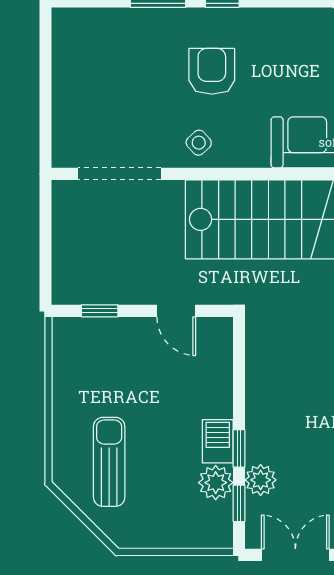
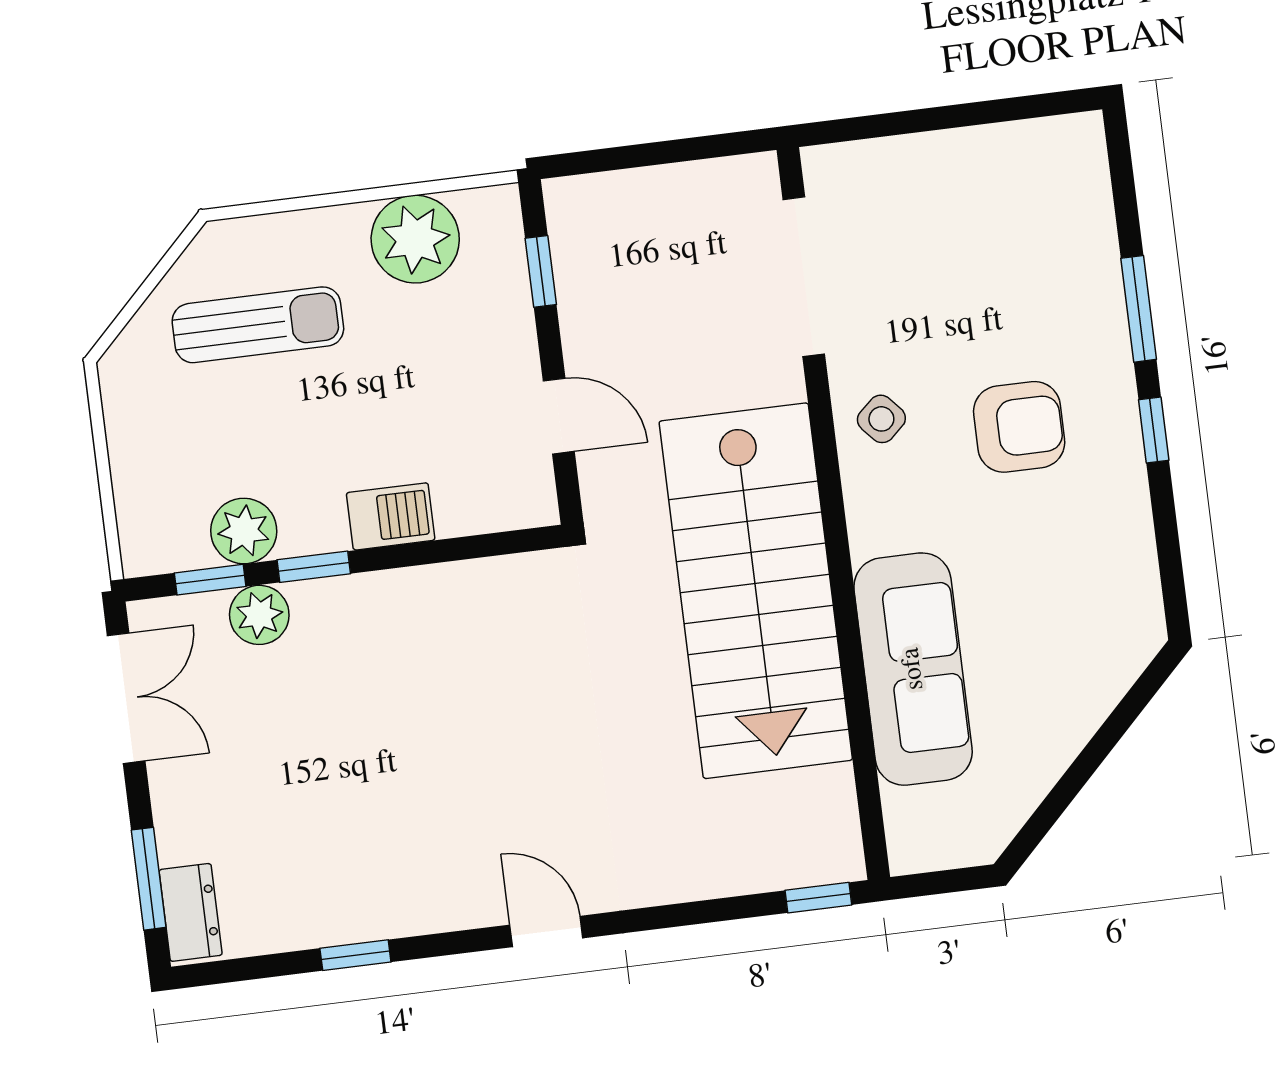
door: (176, 311) -> (559, 416), swing flipped
plant: (75, 374) -> (415, 239), added
barbecue: (218, 441) -> (391, 516), moved

